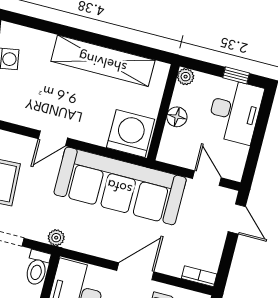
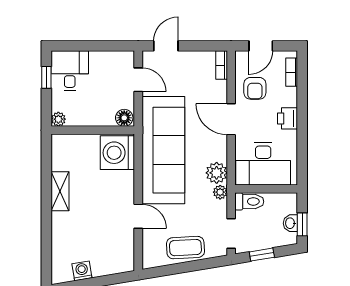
shelving: (103, 61) -> (60, 191), width x0.45, depth x0.75
desk: (235, 111) -> (70, 71), width x0.73
floor lamp: (177, 117) -> (124, 118), moved
door: (207, 178) -> (138, 80), swing flipped
plant: (79, 239) -> (217, 173), added

